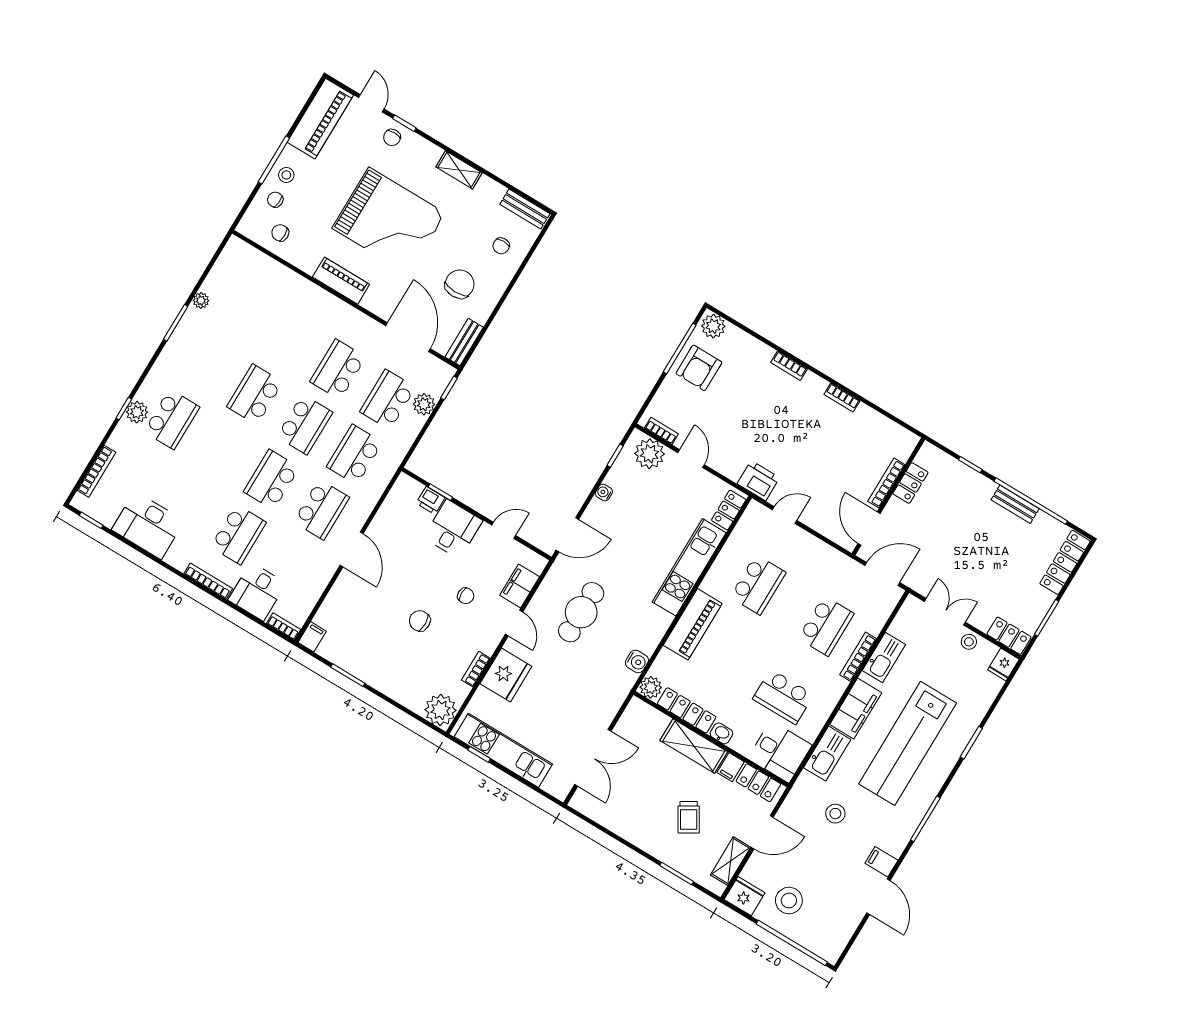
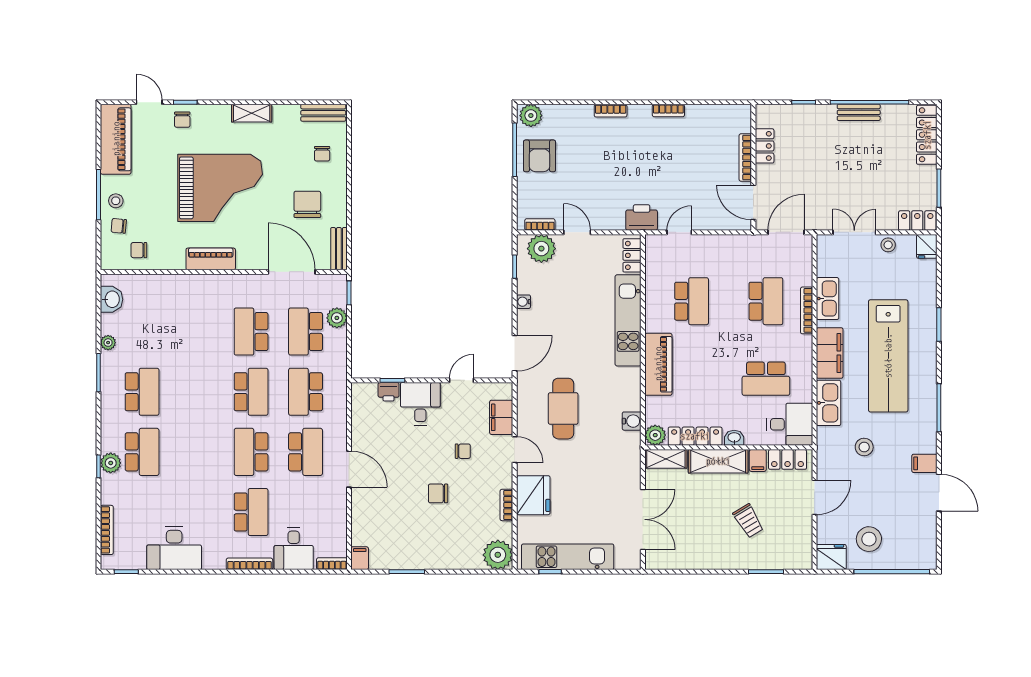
washbasin: (228, 263) -> (112, 299), added
school desk: (255, 394) -> (142, 392), moved, turned 180
shelving: (731, 861) -> (666, 459), moved, turned 90

